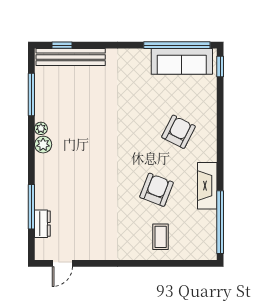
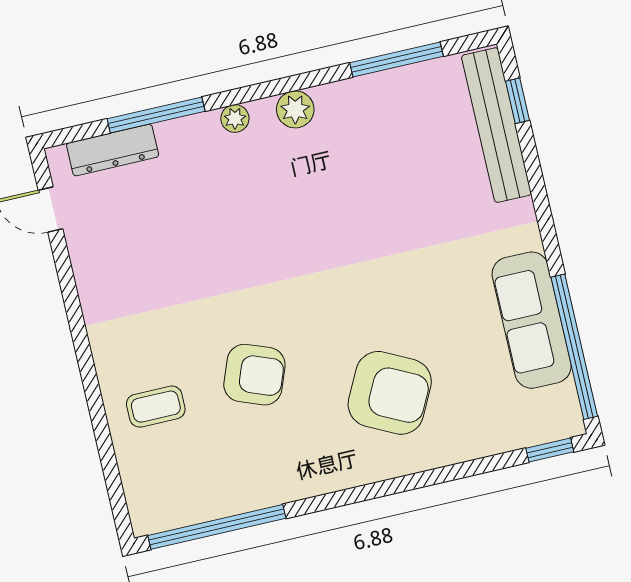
sofa: (182, 61) -> (532, 320), moved
plant: (41, 128) -> (235, 119), moved
armchair: (178, 132) -> (390, 393), width x1.36, depth x1.36
fireplace: (207, 186) -> (288, 481), removed
dresser: (42, 224) -> (113, 150), width x1.44

